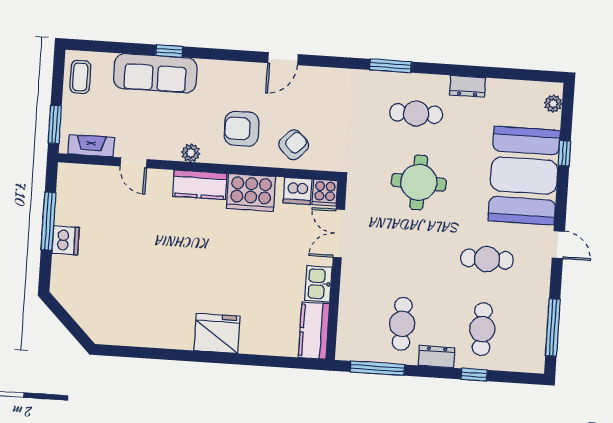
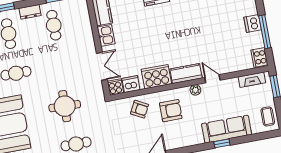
armchair: (294, 145) -> (140, 109), turned -106
door: (134, 163) -> (212, 79), moved
cooker: (69, 180) -> (259, 57), added

